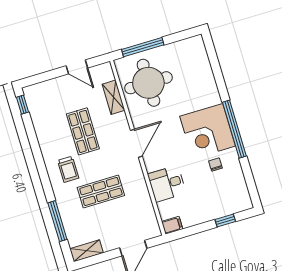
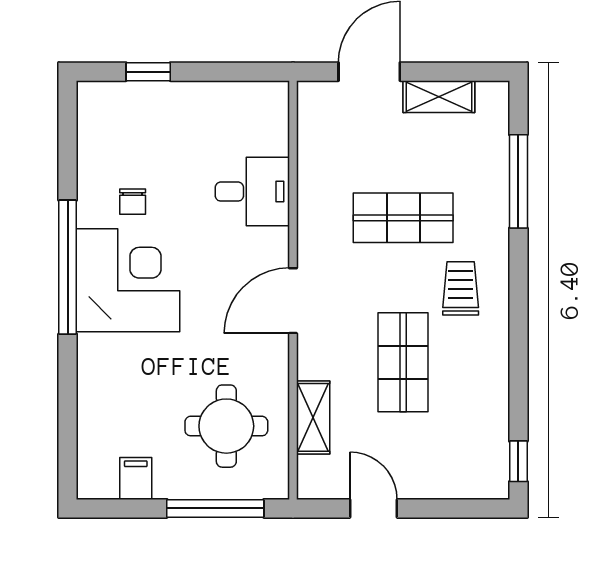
round table: (148, 83) -> (226, 426), width x0.73, depth x0.73
filing cabinet: (172, 225) -> (136, 478), moved, turned 90
shelving: (87, 251) -> (439, 97), moved

